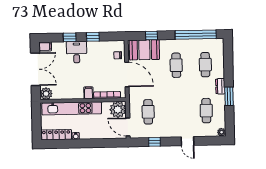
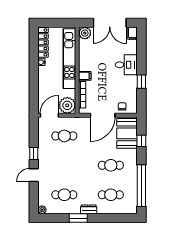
window: (70, 37) -> (141, 58), removed
window: (154, 142) -> (34, 154), moved

